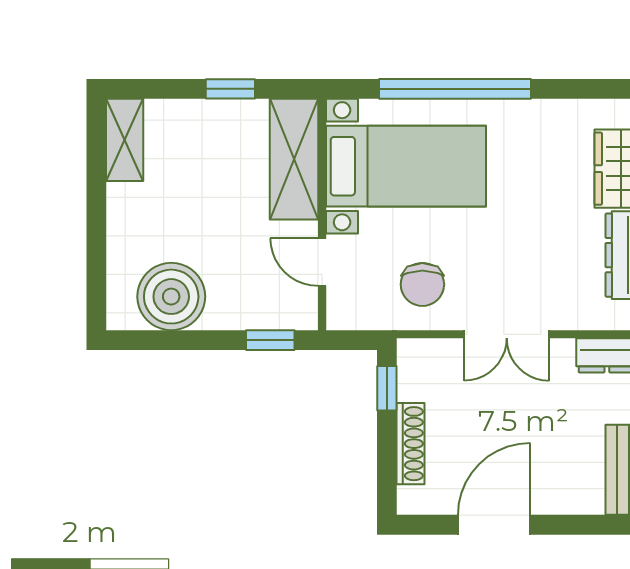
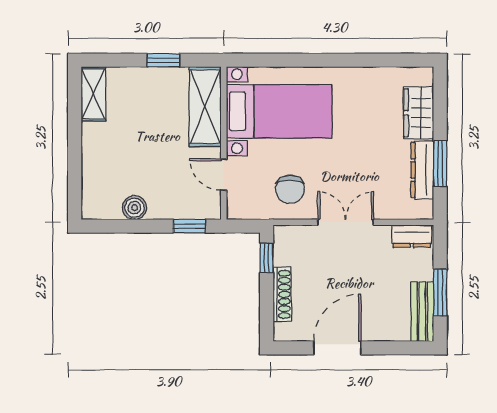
window: (455, 89) -> (311, 60), removed
boiler: (171, 297) -> (135, 208), width x0.54, depth x0.54
double door: (507, 334) -> (346, 222), swing flipped

